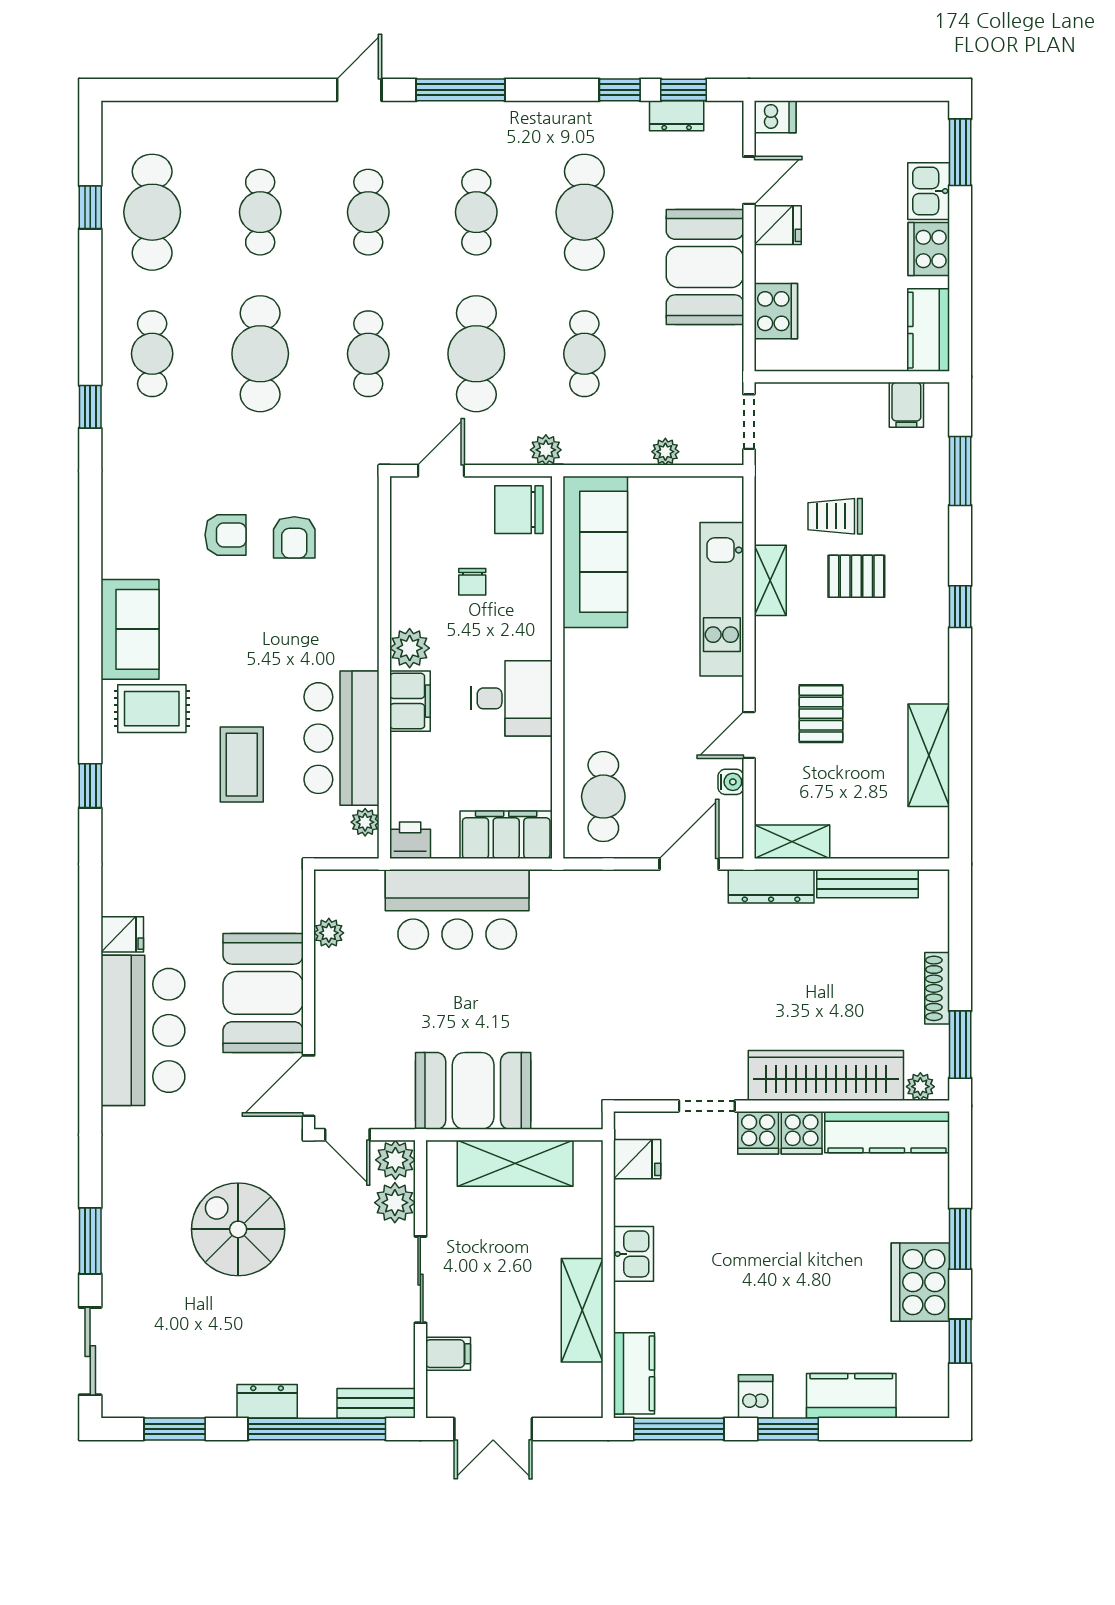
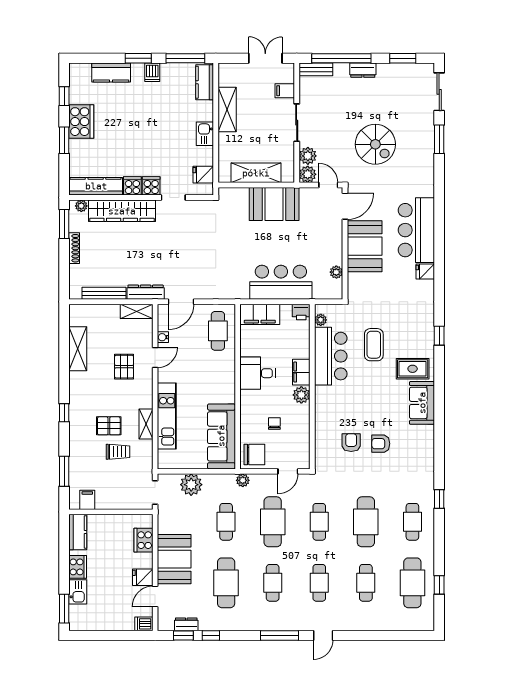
plant: (665, 452) -> (191, 485), width x1.87, depth x1.87

